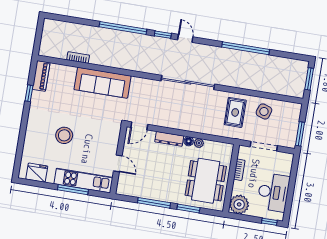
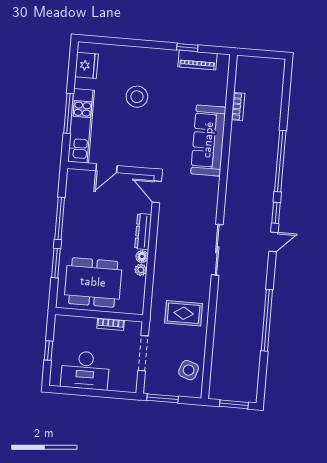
piano: (41, 76) -> (197, 60), moved
sliding door: (188, 82) -> (217, 250), width x0.73
side table: (264, 111) -> (189, 370), moved
plant: (239, 204) -> (66, 328), removed
window: (269, 222) -> (49, 351), moved

